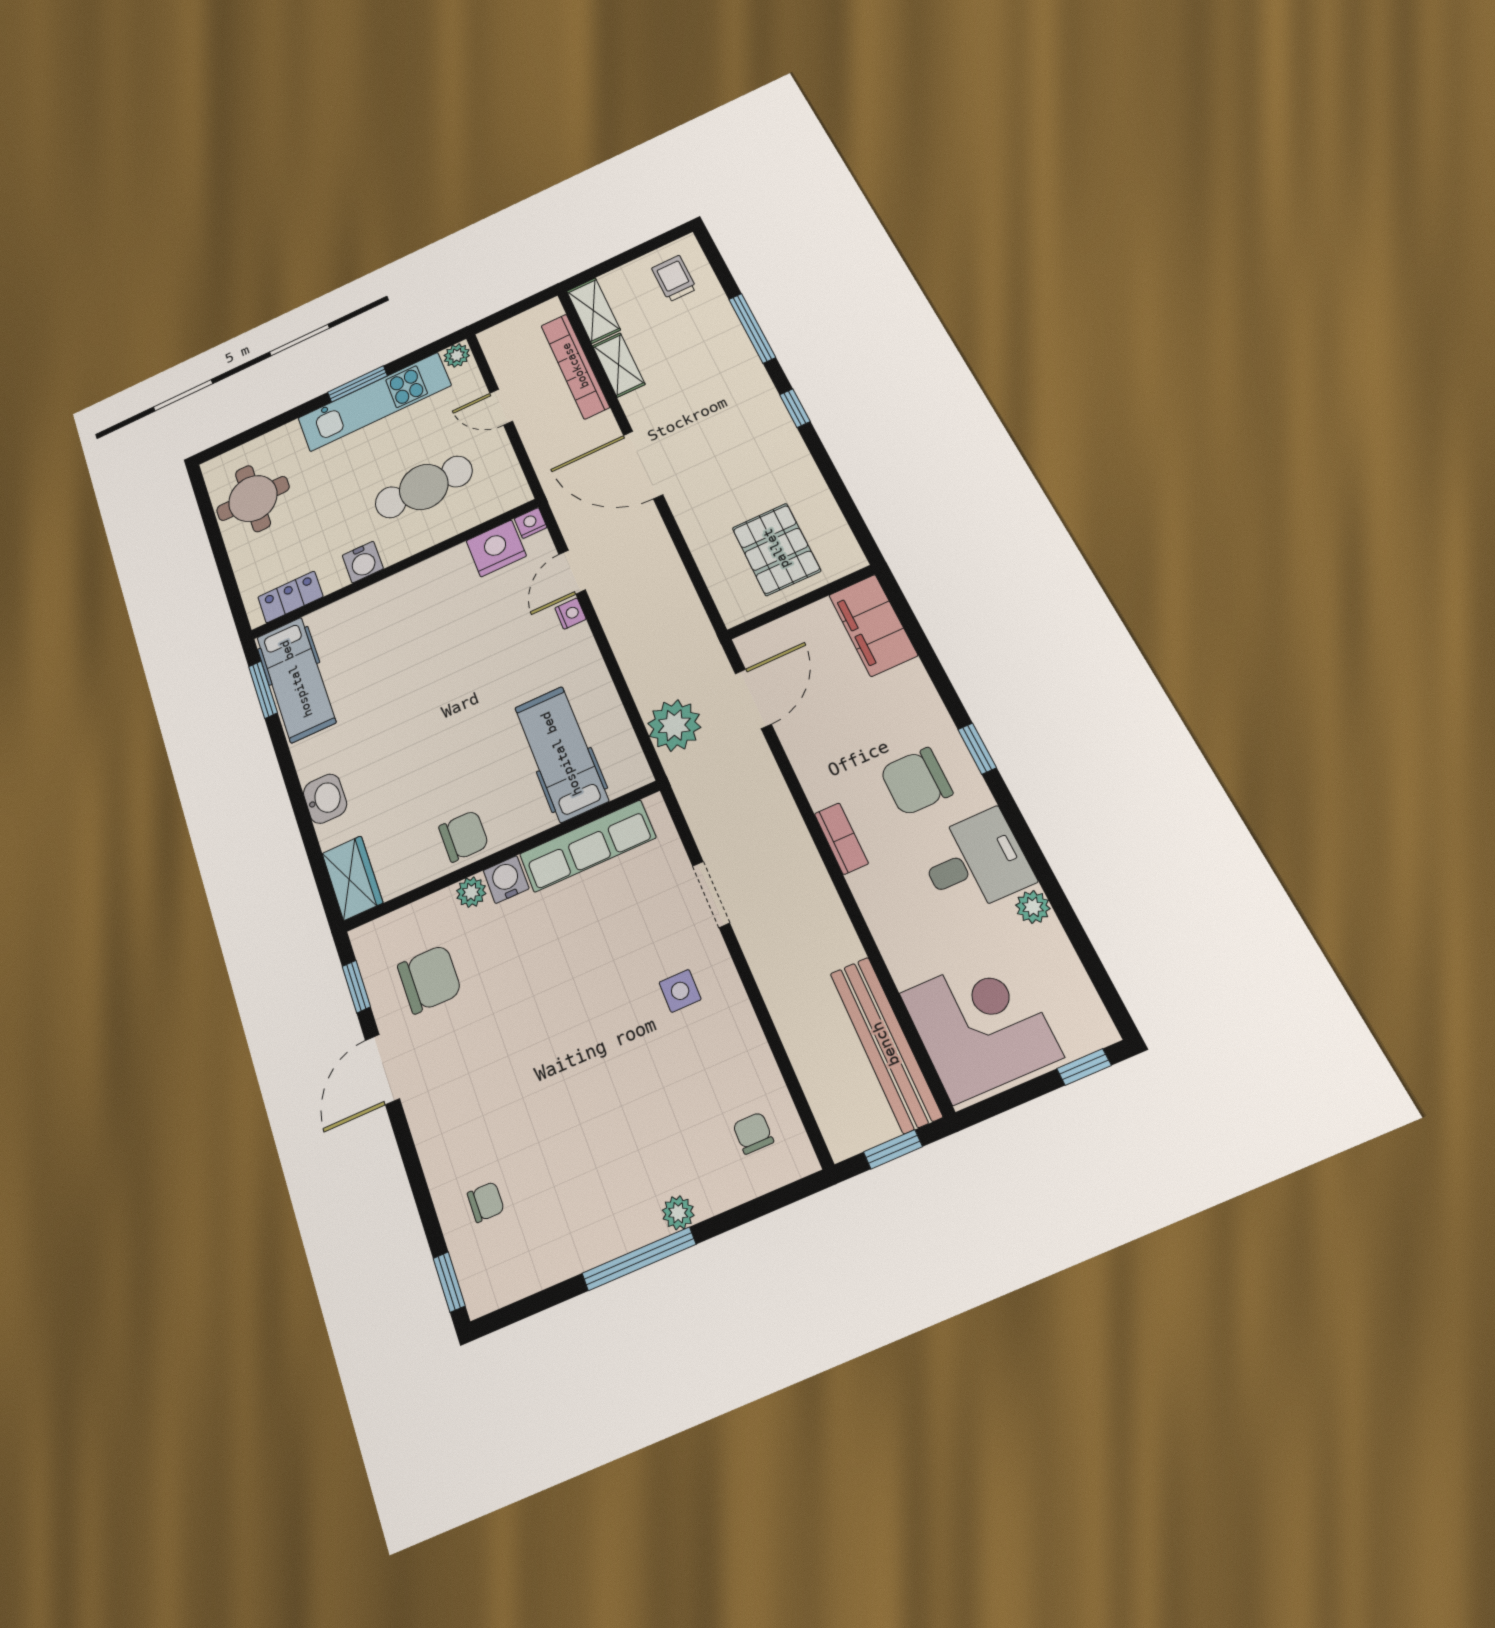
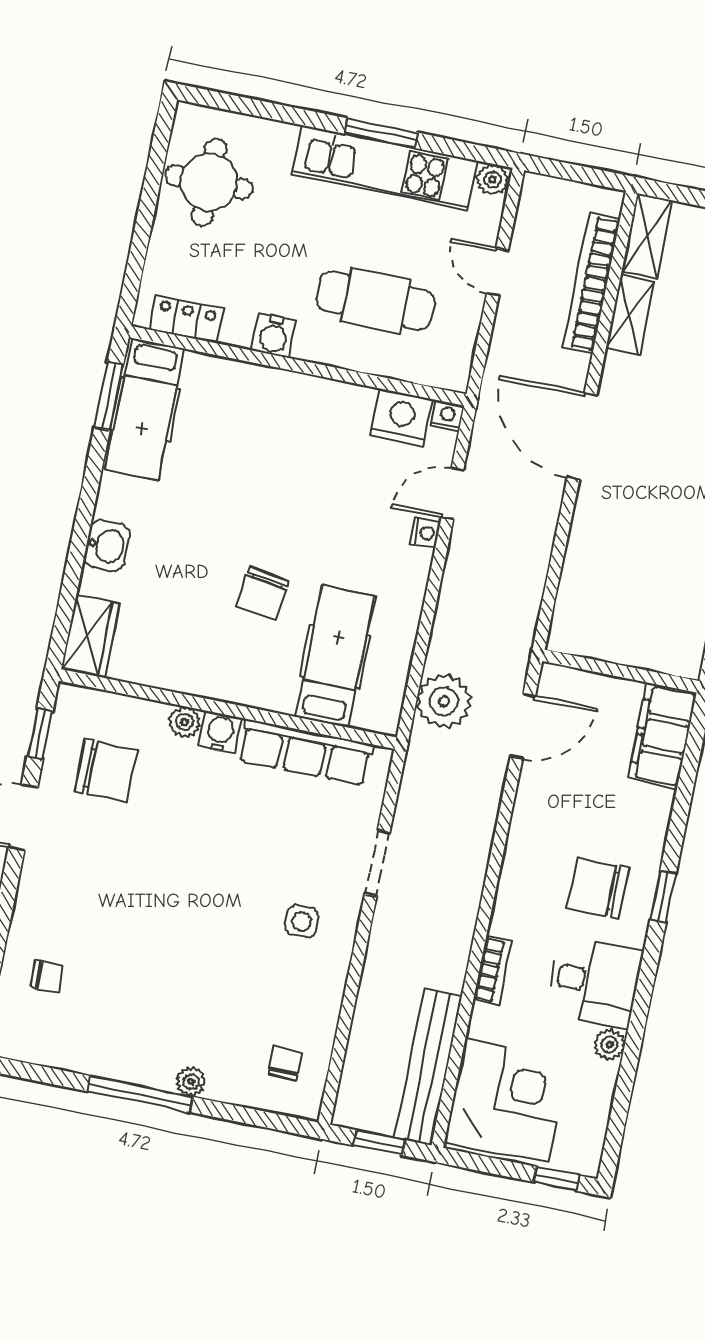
pallet: (776, 549) -> (635, 608), removed
chair: (464, 836) -> (263, 593), moved, turned 98
bookcase: (841, 839) -> (492, 971), moved

